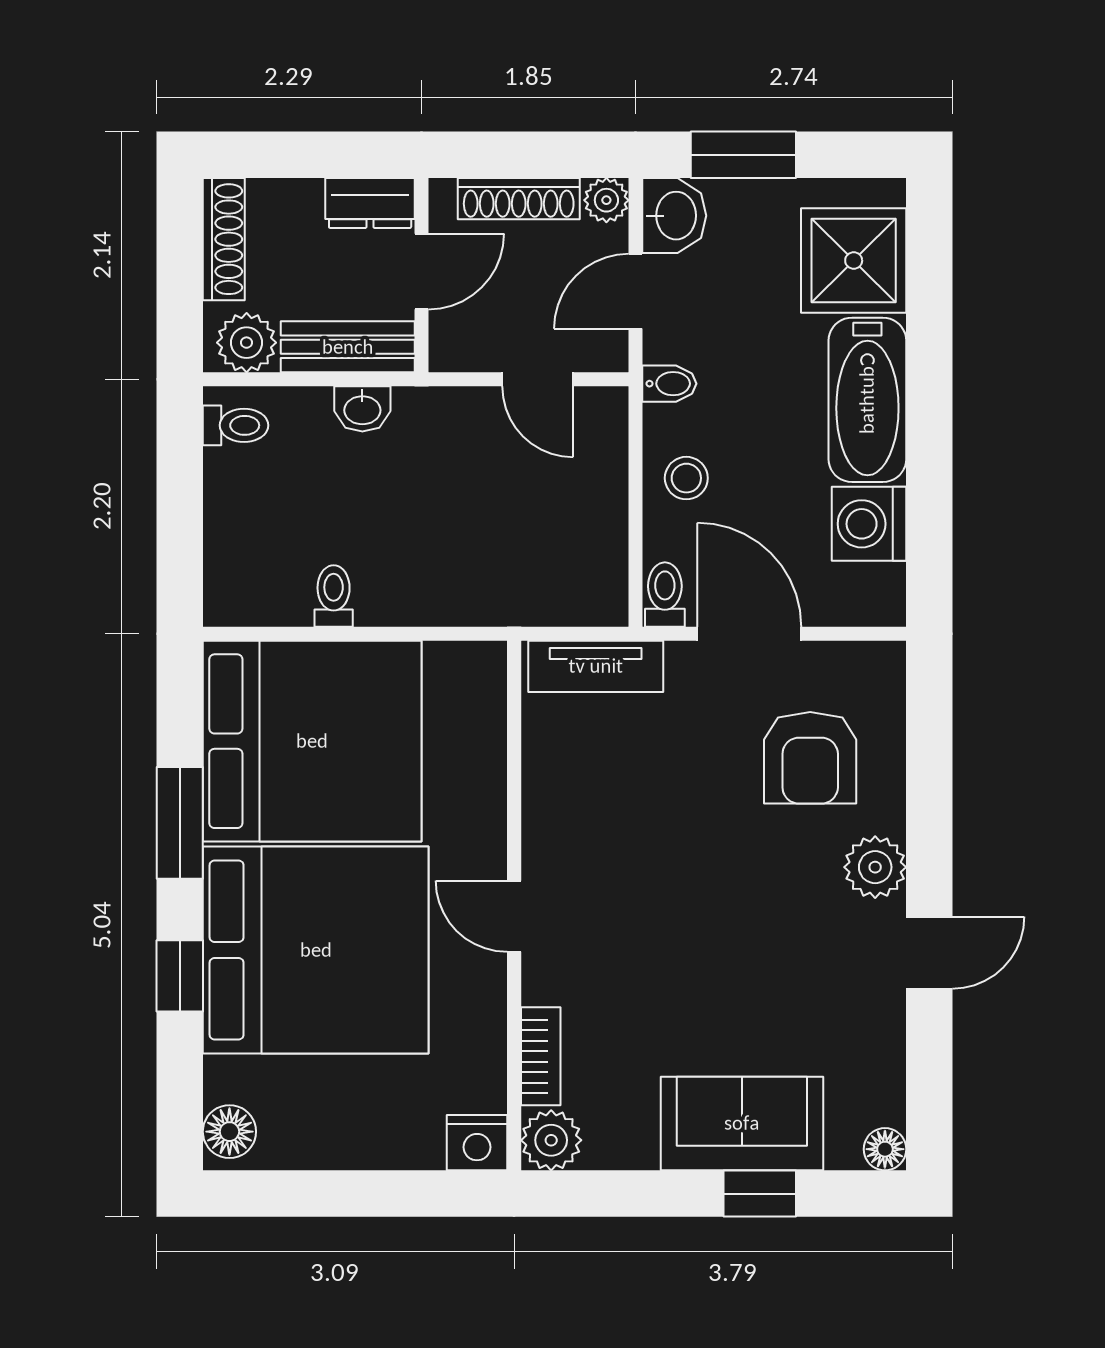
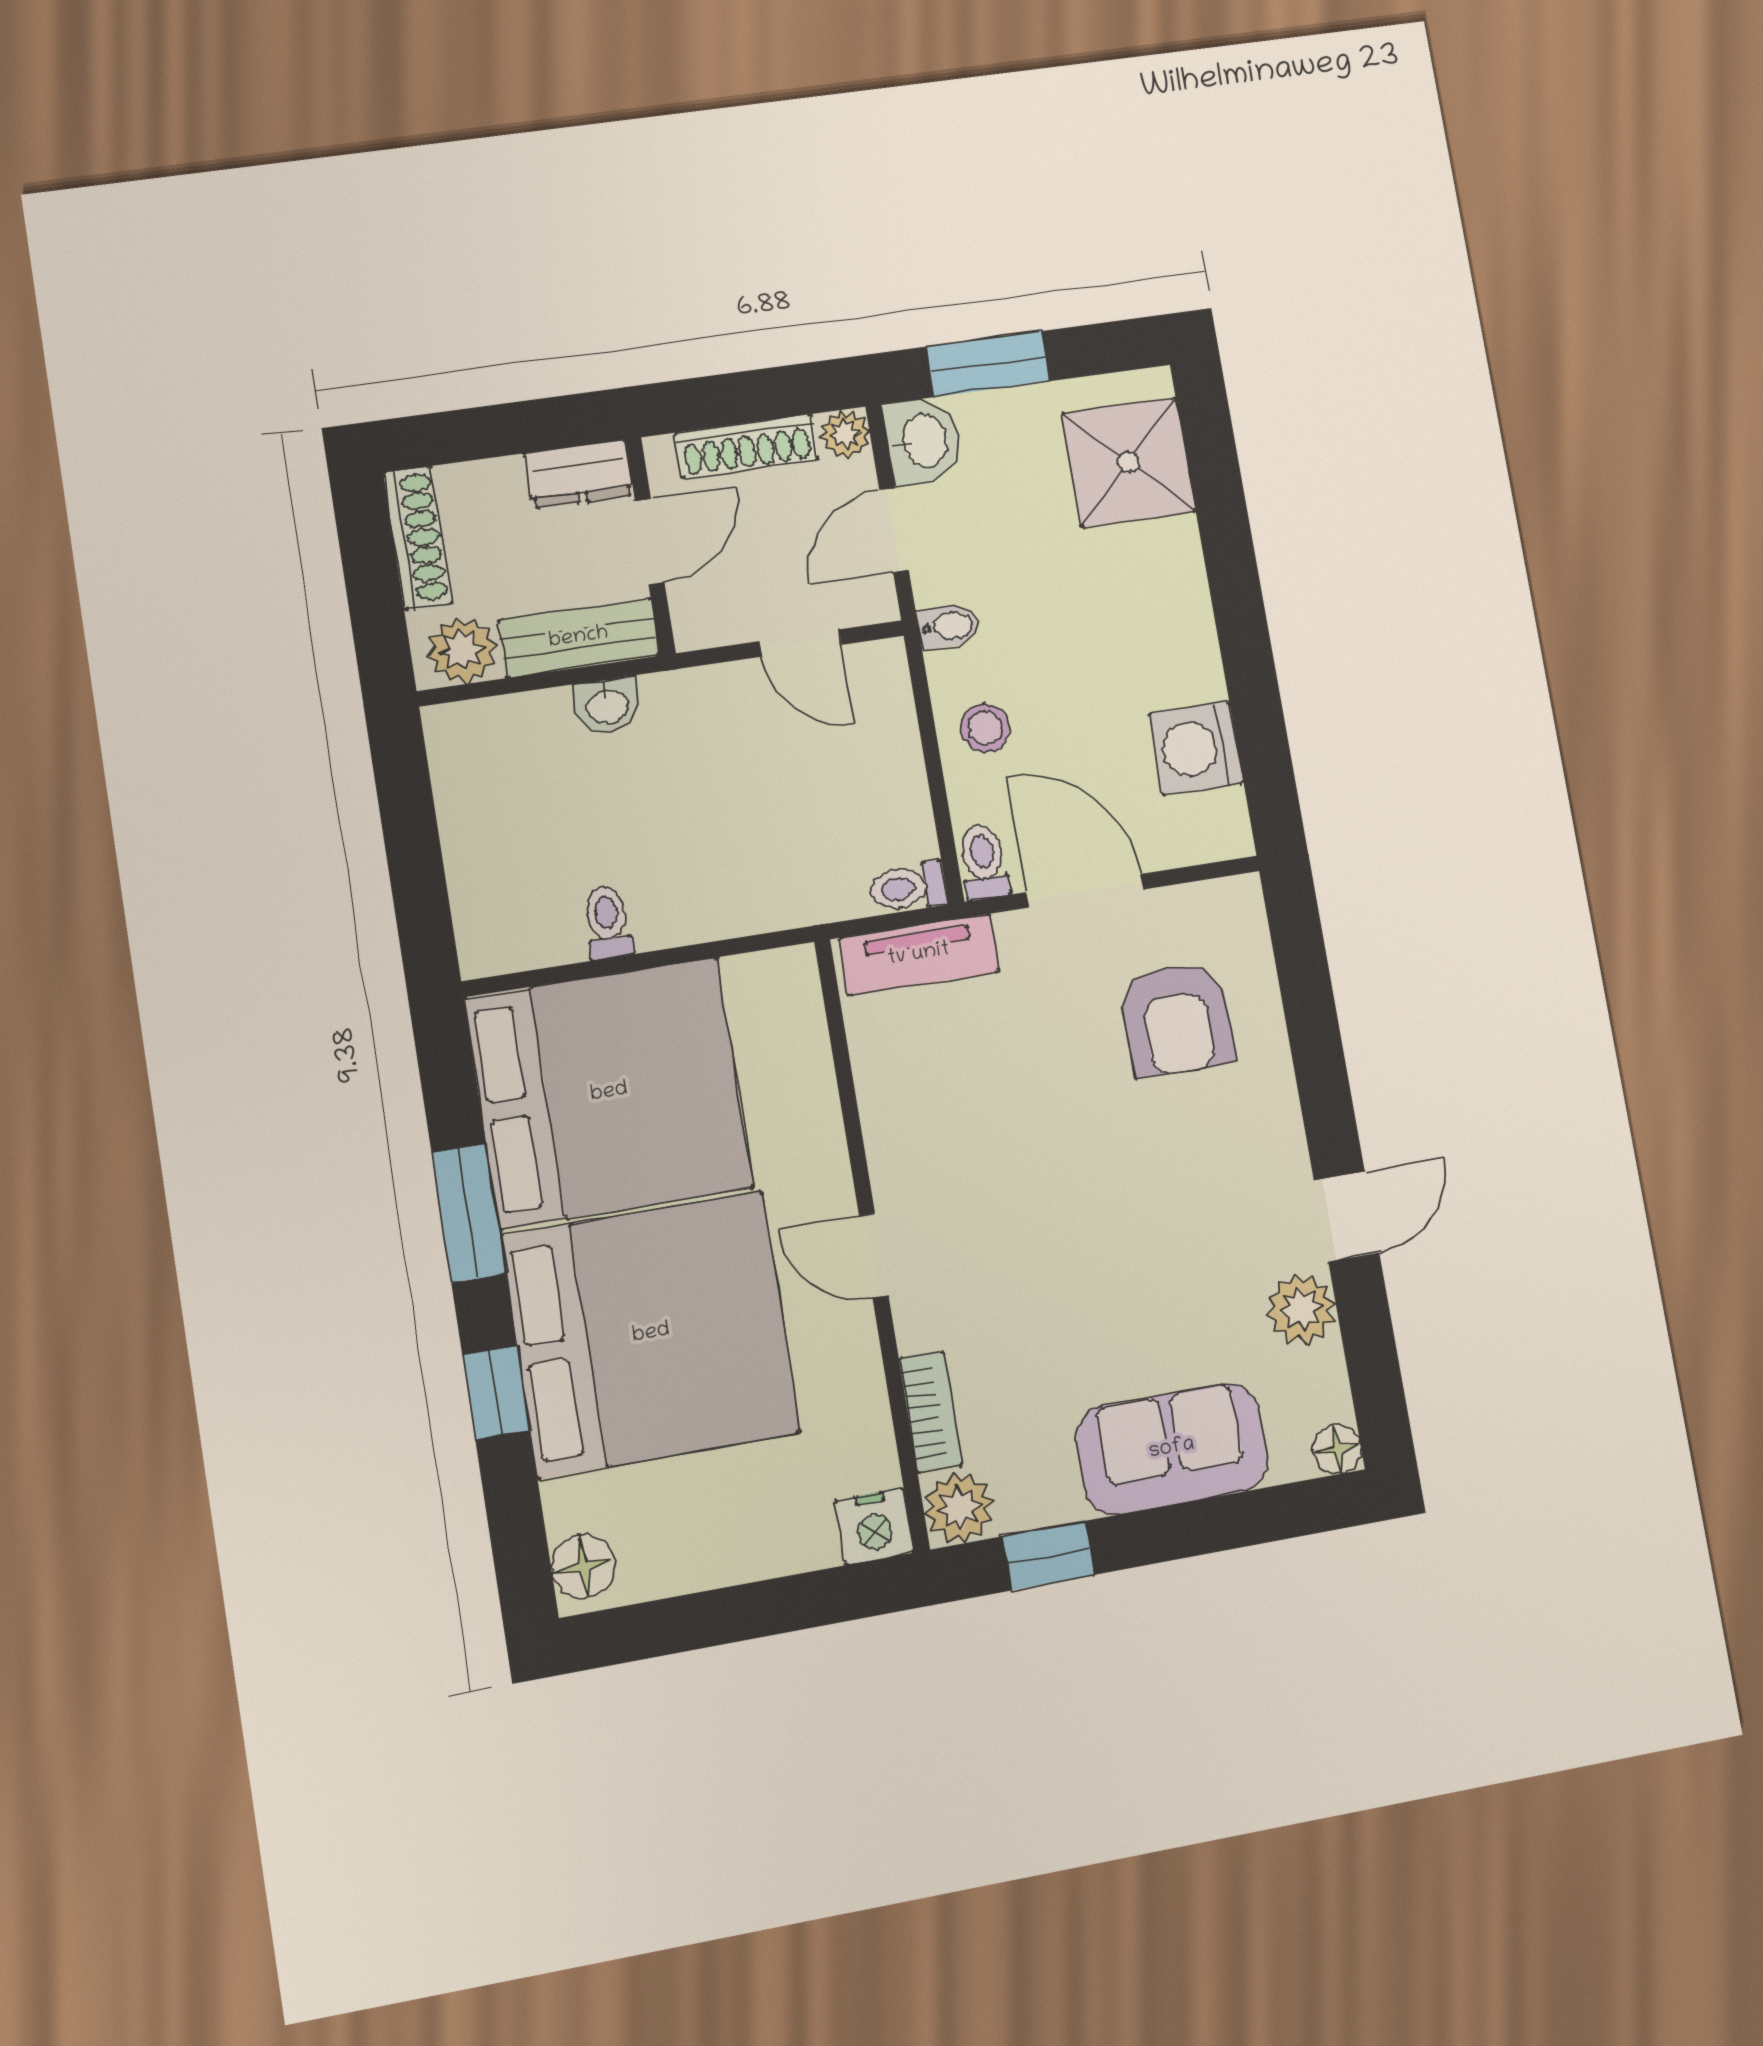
bathtub: (867, 400) -> (1170, 612), removed
toilet: (236, 425) -> (908, 887), moved, turned 180
plant: (875, 867) -> (1301, 1309), moved
window: (760, 1194) -> (1049, 1556), moved

